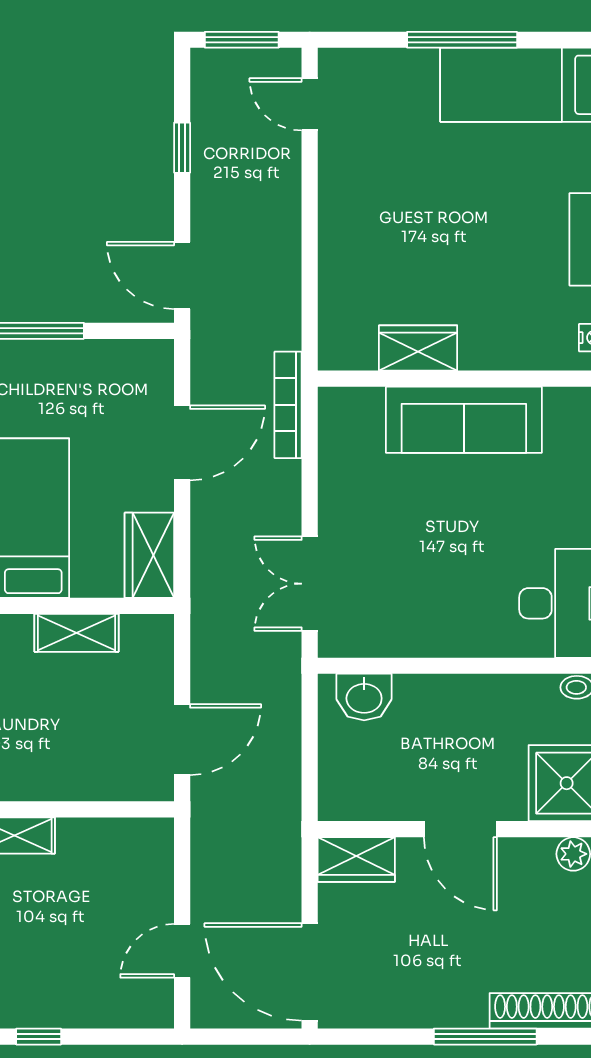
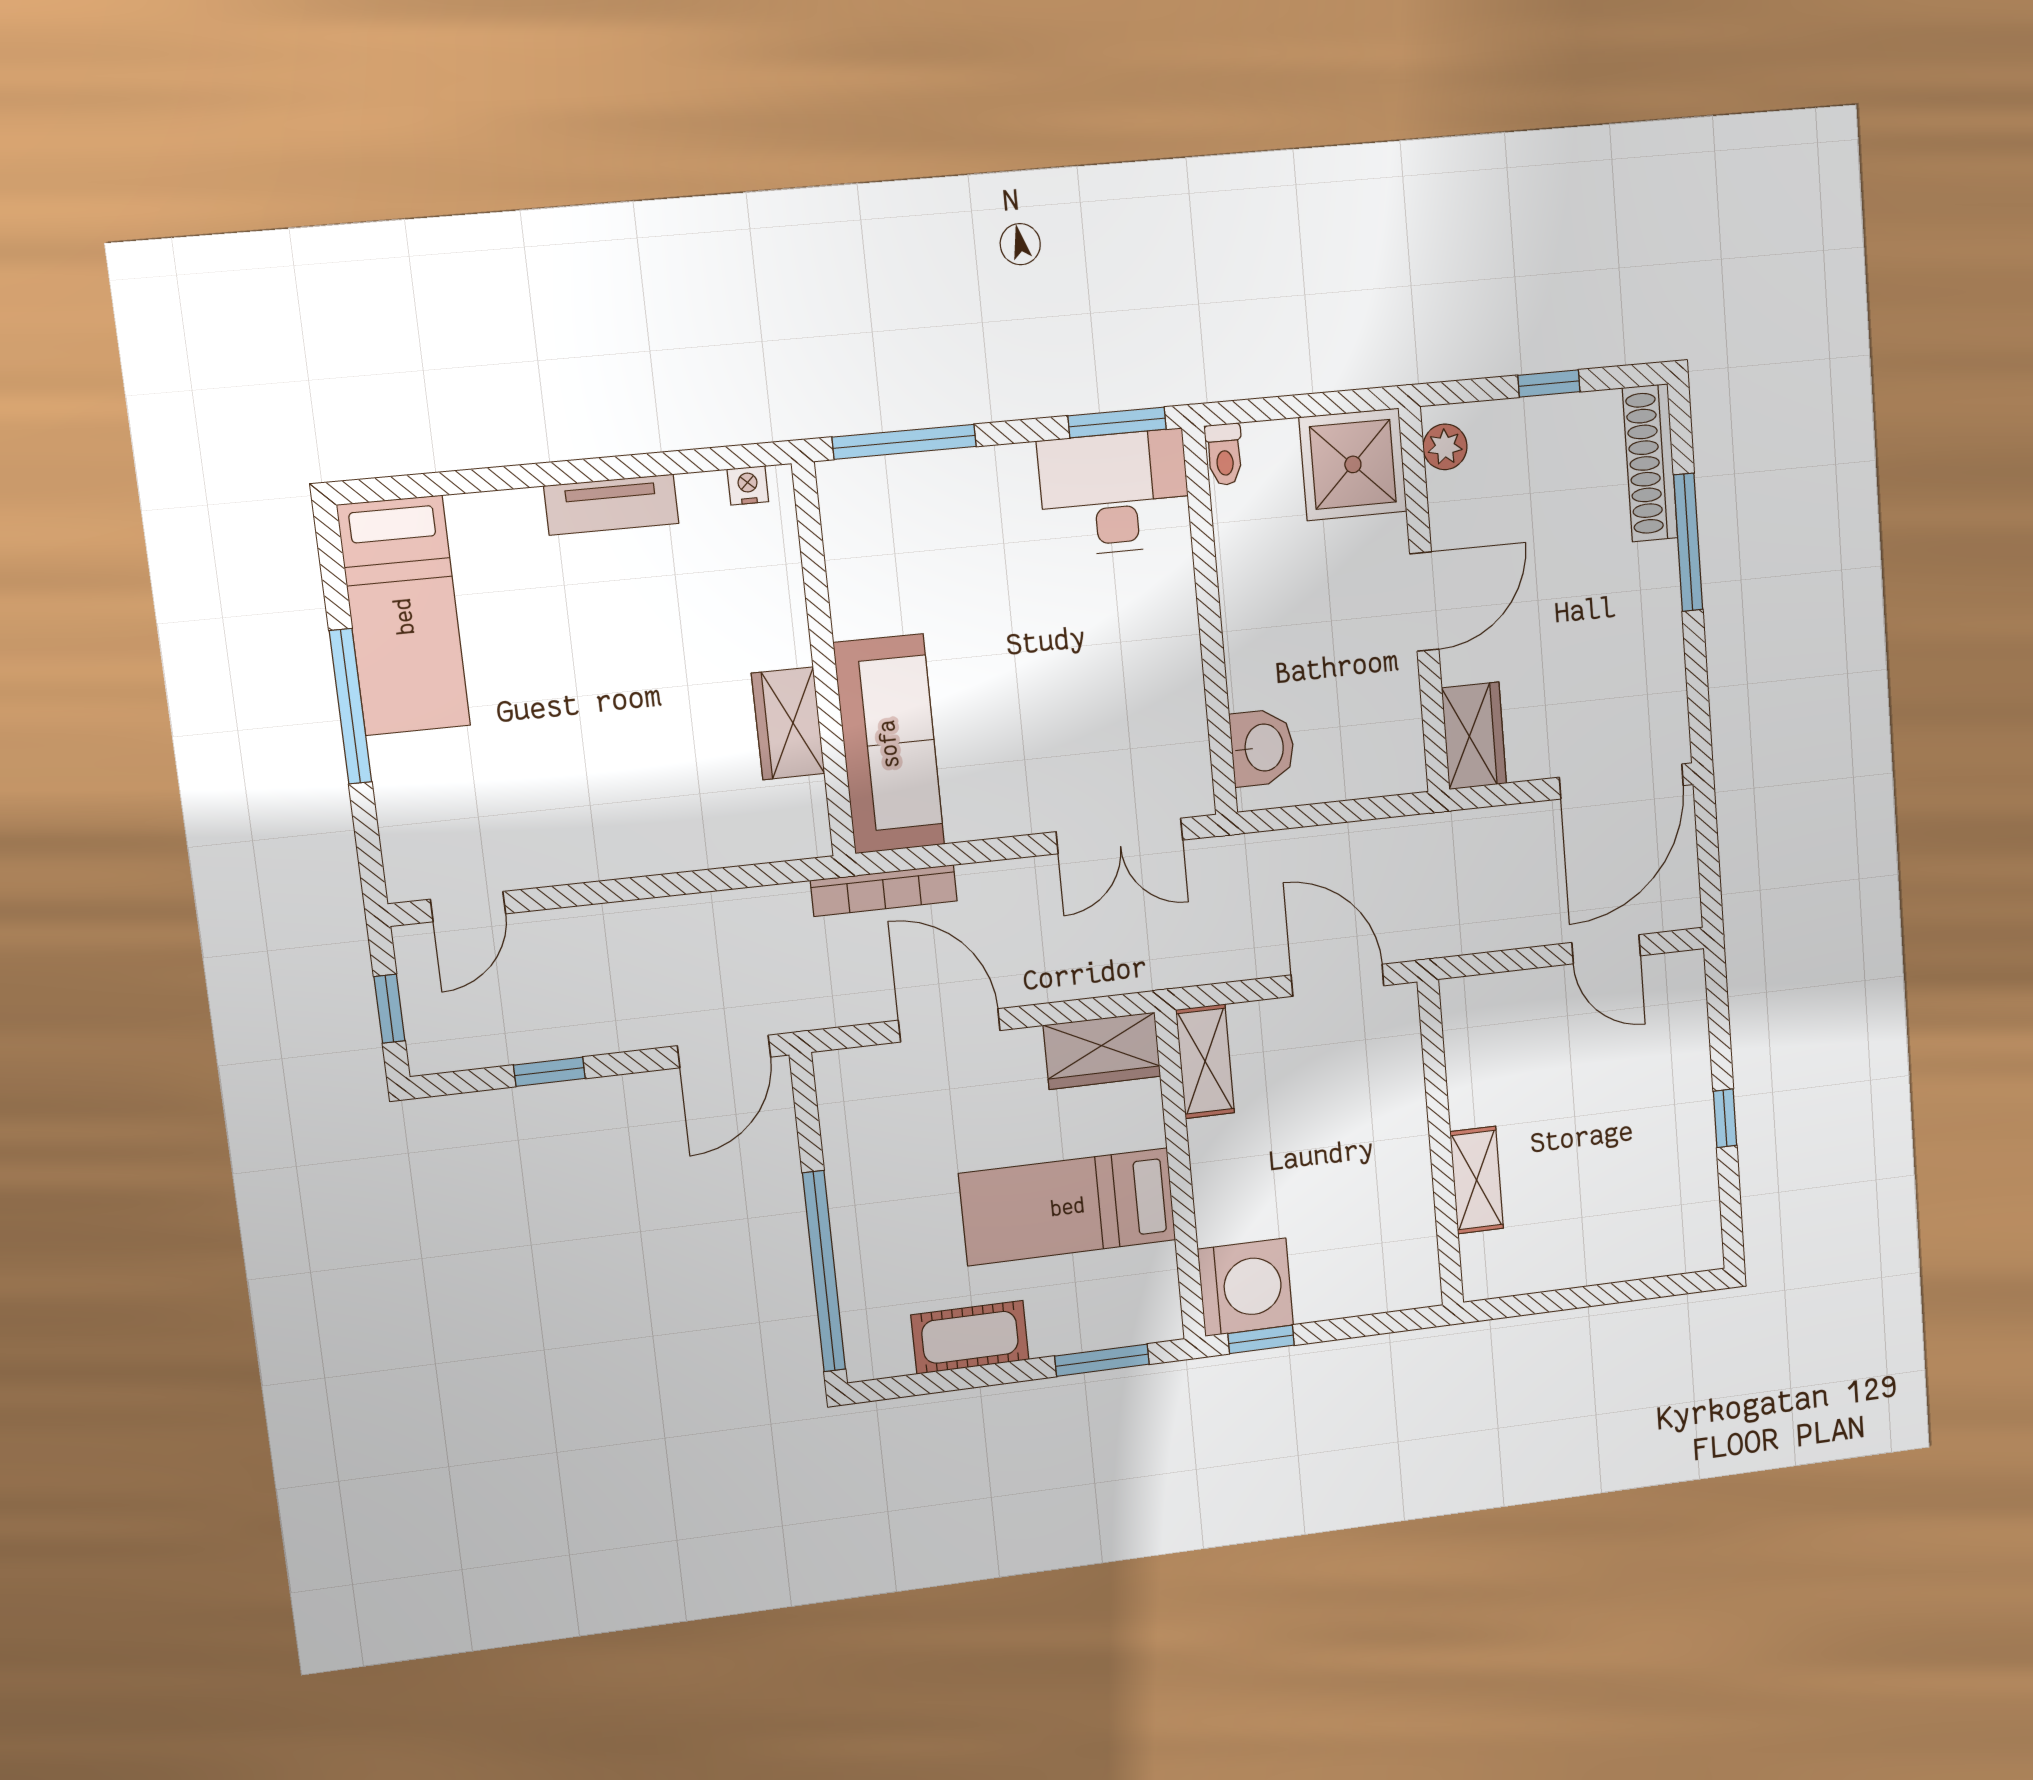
window: (242, 40) -> (389, 1009), width x0.67
sofa: (464, 420) -> (889, 744), moved
shelving: (76, 633) -> (1205, 1061), moved

